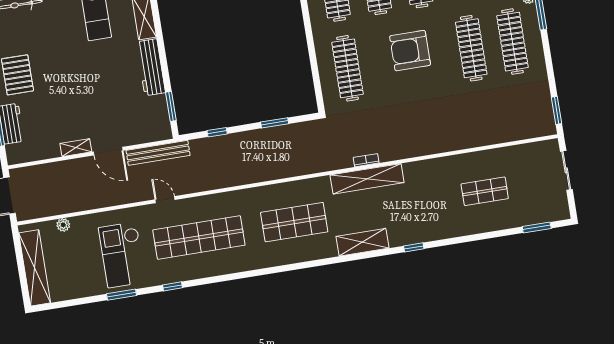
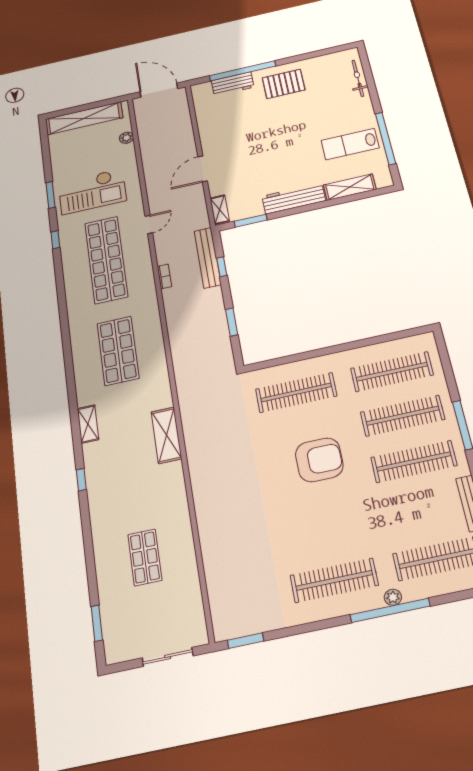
clothes rail: (471, 48) -> (324, 531), removed
armchair: (410, 51) -> (319, 460), turned 90
shelving: (76, 148) -> (220, 210), moved
bench: (158, 153) -> (208, 258), moved
bookcase: (366, 160) -> (164, 276), moved
shelving: (367, 179) -> (166, 435), width x0.68
shelving: (362, 242) -> (88, 424), width x0.67, depth x0.75
checkout: (122, 255) -> (92, 192), turned 180

